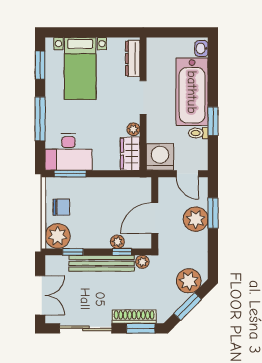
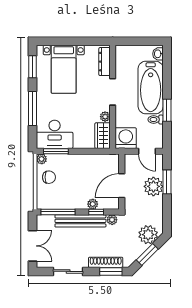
plant: (58, 236) -> (42, 159), moved, width x0.53, depth x0.53
window: (73, 252) -> (58, 212), width x2.17
sliding door: (86, 328) -> (68, 271), width x0.73

